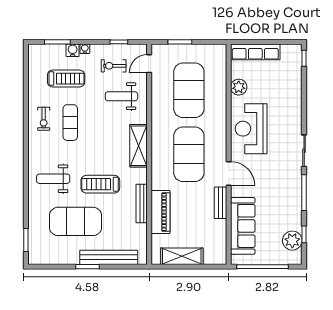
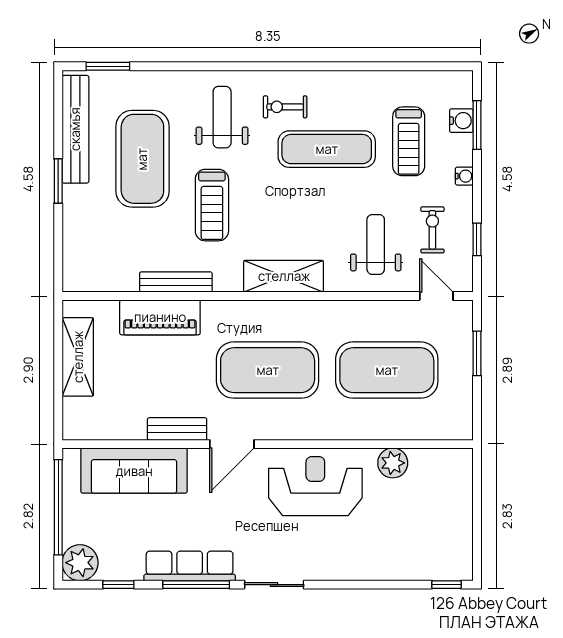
water cooler: (73, 50) -> (461, 121), moved
row of seats: (255, 52) -> (190, 566), moved, turned 90
exercise bike: (44, 119) -> (285, 107), moved
exercise mat: (70, 123) -> (327, 149), width x1.36, depth x1.45
treadmill: (100, 184) -> (212, 205), turned 180
plant: (292, 241) -> (80, 563), moved
bench: (109, 257) -> (75, 129), moved

